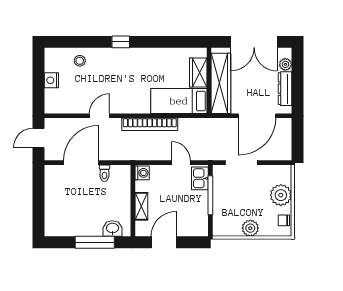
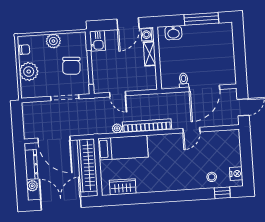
window: (121, 42) -> (222, 193), moved
wardrobe: (198, 73) -> (123, 187), moved, turned -90
nightstand: (51, 80) -> (236, 174), moved
door: (257, 116) -> (54, 139), swing flipped
plant: (184, 123) -> (117, 128), added
washing machine: (142, 173) -> (148, 35), moved
kitchen sink: (200, 178) -> (97, 41), moved
chair: (232, 198) -> (71, 66), added
window: (95, 242) -> (201, 19), moved

